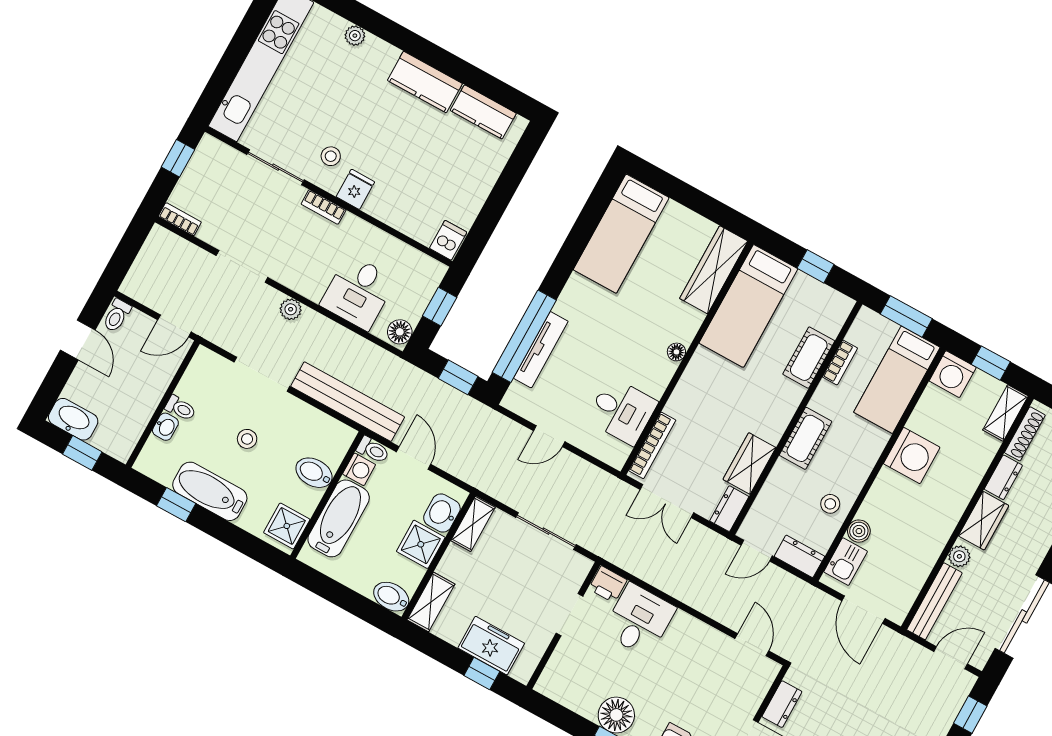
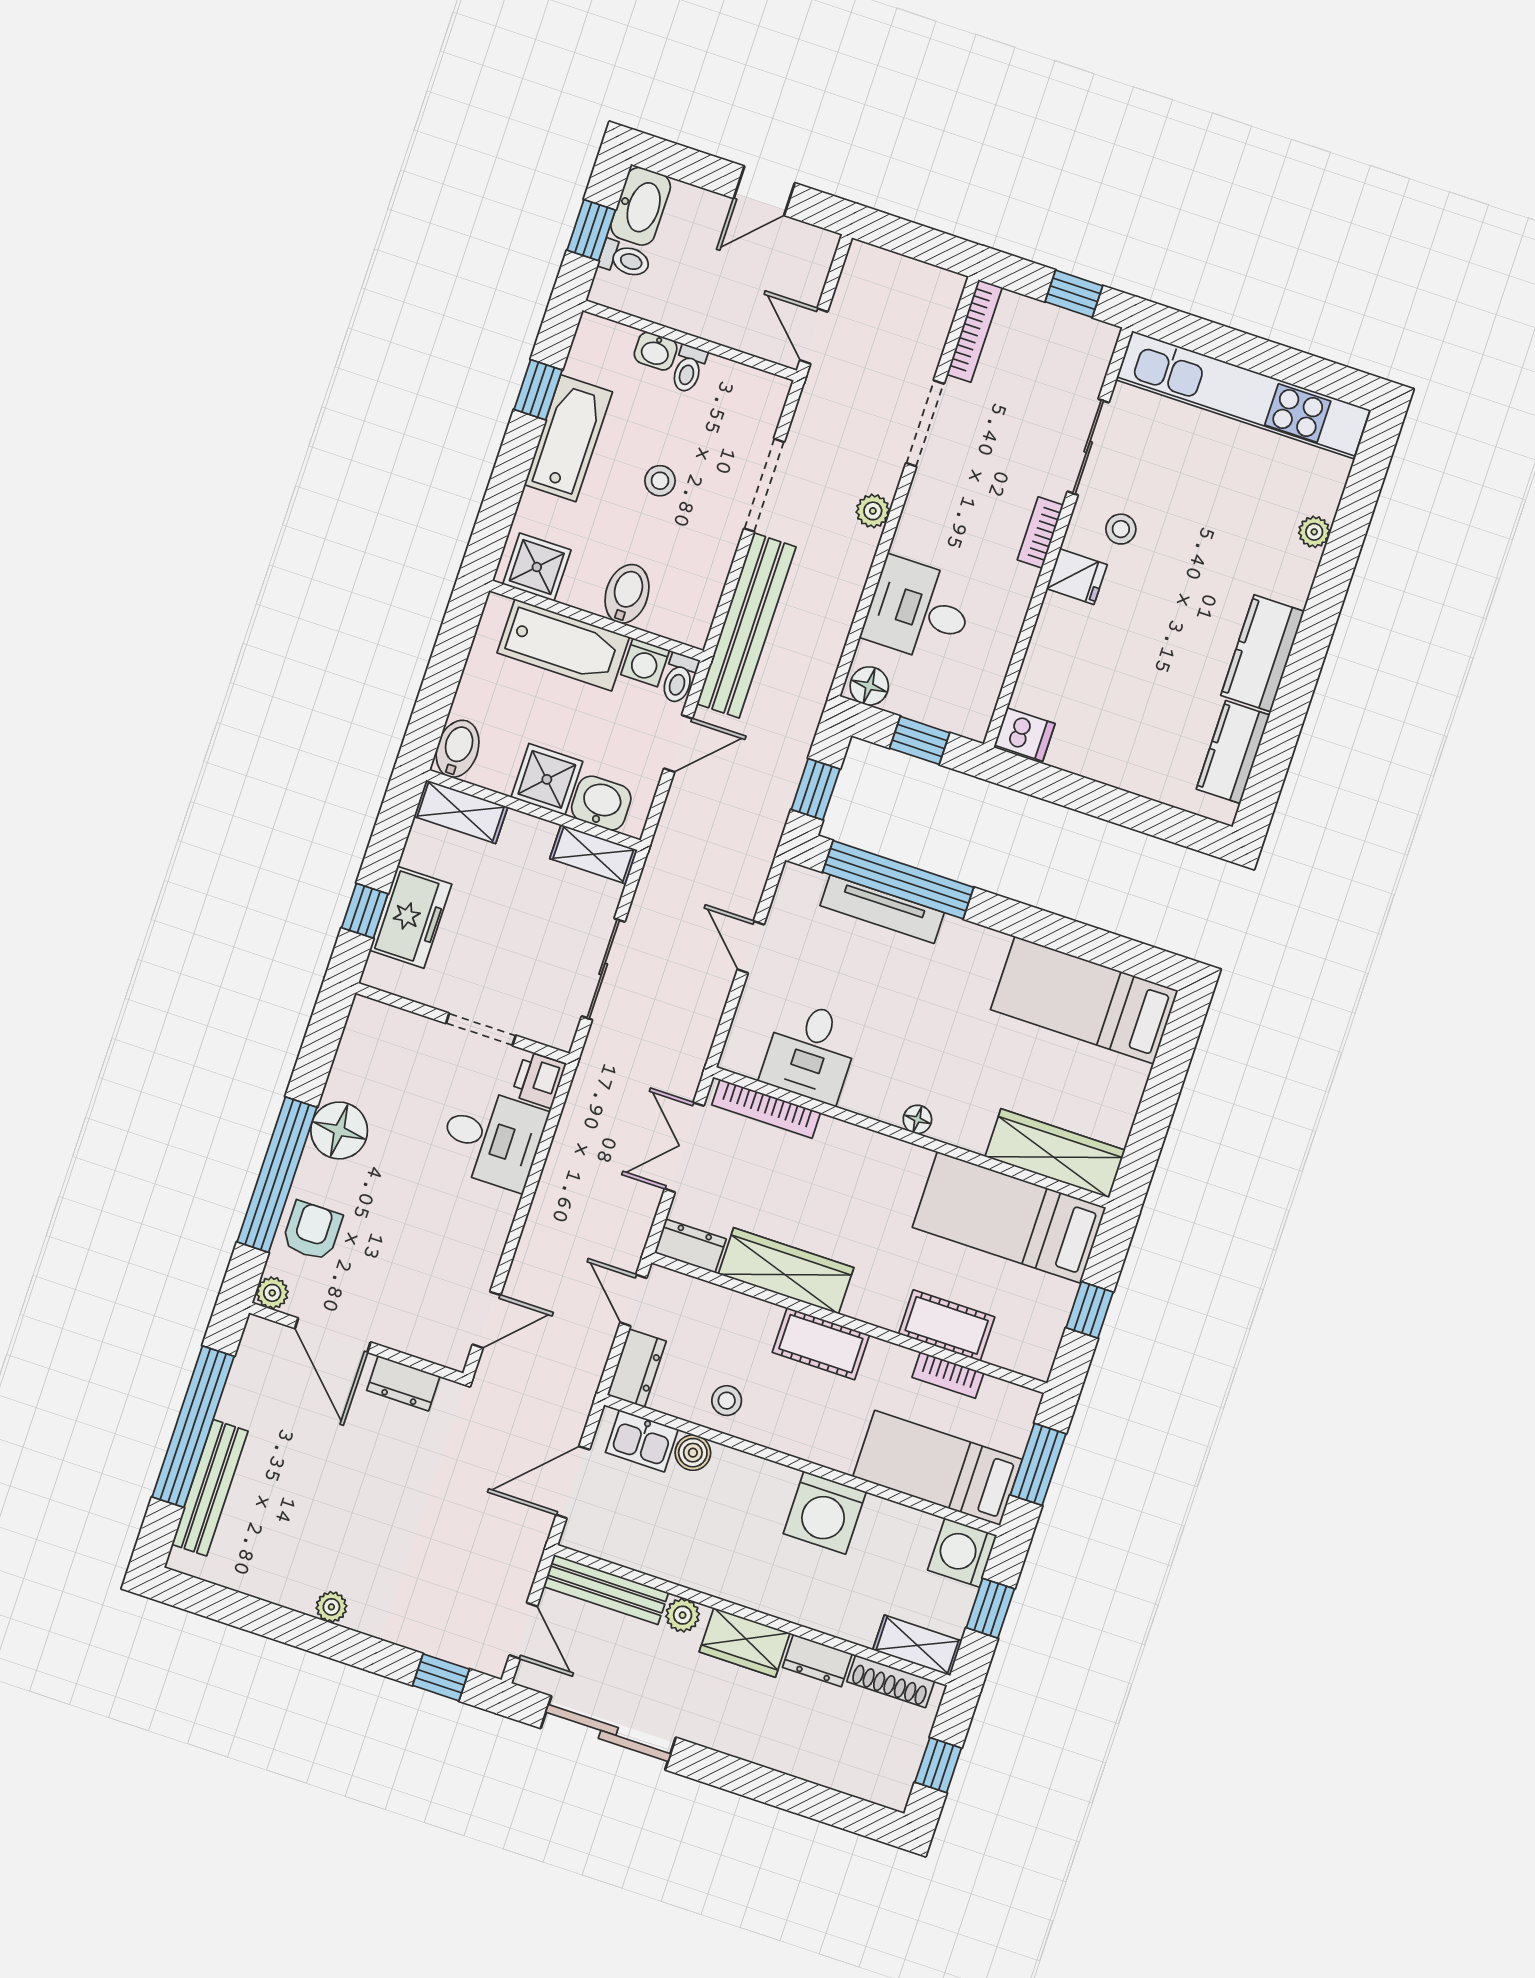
bookcase: (180, 219) -> (975, 331), width x1.56
toilet: (117, 315) -> (625, 259), moved, turned 180
wardrobe: (749, 463) -> (786, 1271), width x1.50

